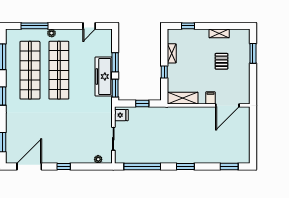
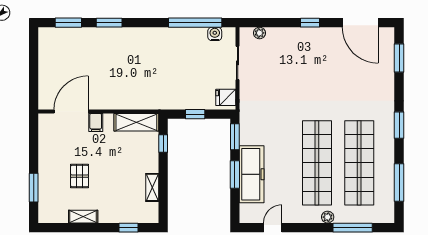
window: (164, 72) -> (163, 144), moved
freezer: (104, 77) -> (252, 174), moved
water cooler: (129, 159) -> (215, 34), added
door: (29, 166) -> (360, 23), hinge flipped
window: (185, 166) -> (109, 23), moved

